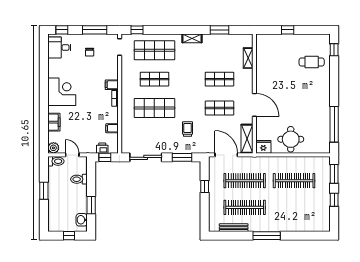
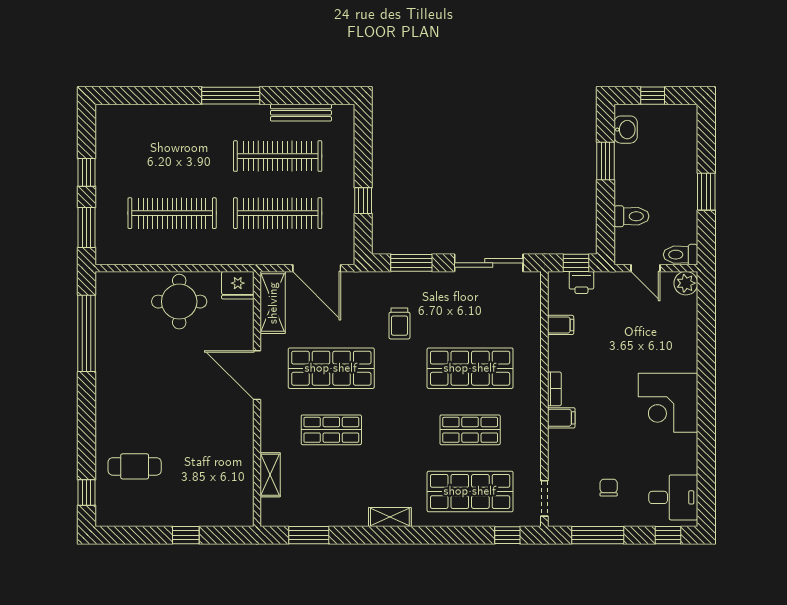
window: (220, 30) -> (309, 535), moved
shop shelf: (219, 108) -> (331, 368), width x1.43, depth x1.36
filing cabinet: (54, 122) -> (685, 338), removed

